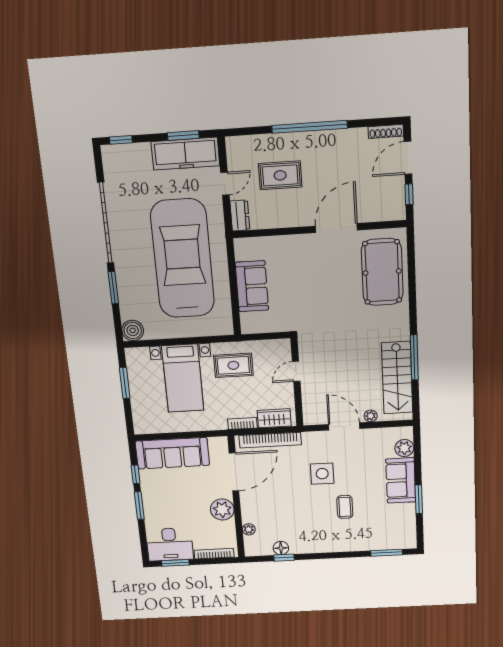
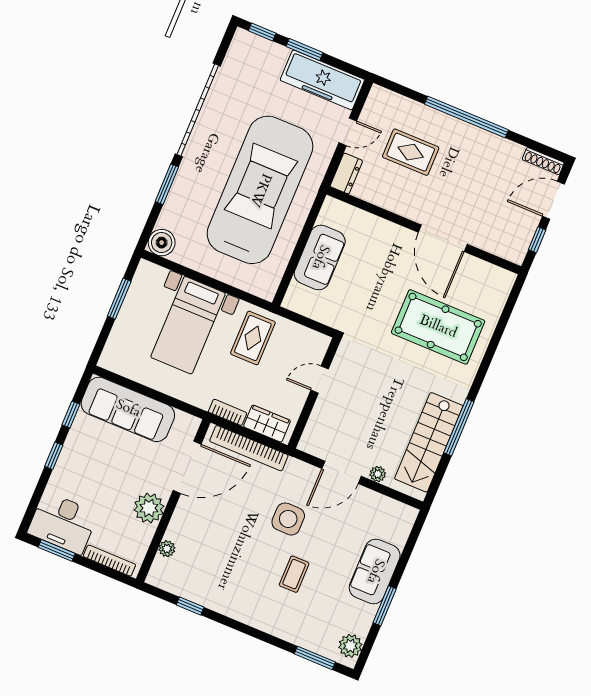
window: (183, 136) -> (304, 50), moved
door: (336, 228) -> (443, 238), swing flipped
pool table: (382, 272) -> (438, 327), moved, turned 90
rug: (233, 365) -> (253, 338), turned 90
door: (344, 426) -> (342, 472), swing flipped
plant: (404, 448) -> (350, 646), moved
window: (139, 505) -> (54, 456), width x0.67
floor lamp: (281, 548) -> (193, 592), removed

